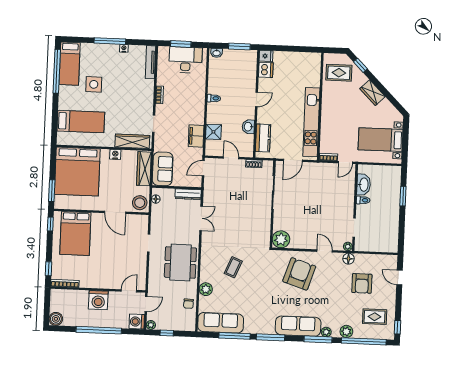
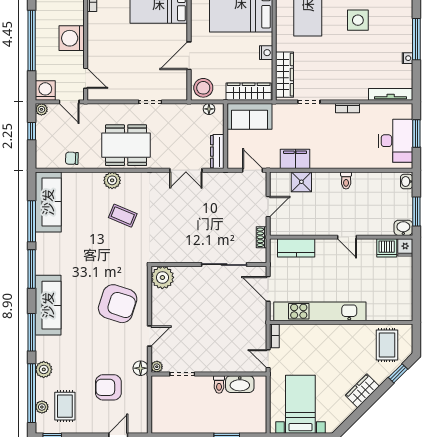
washbasin: (248, 127) -> (403, 228), moved
plant: (206, 289) -> (112, 180), moved
plant: (326, 332) -> (42, 407), moved

